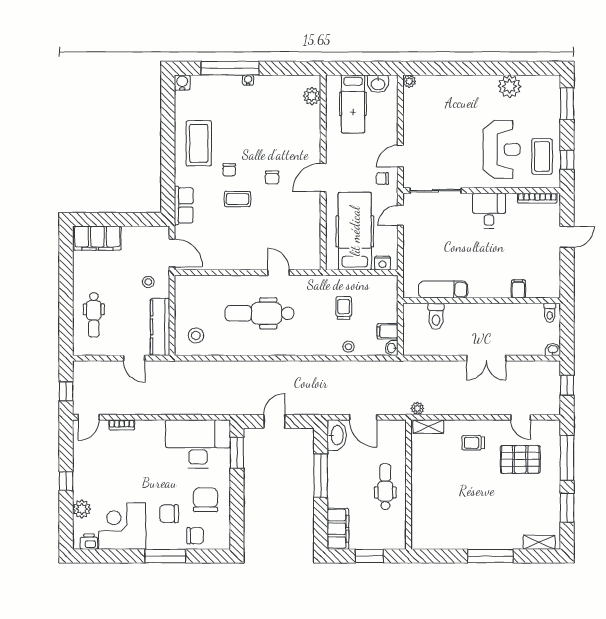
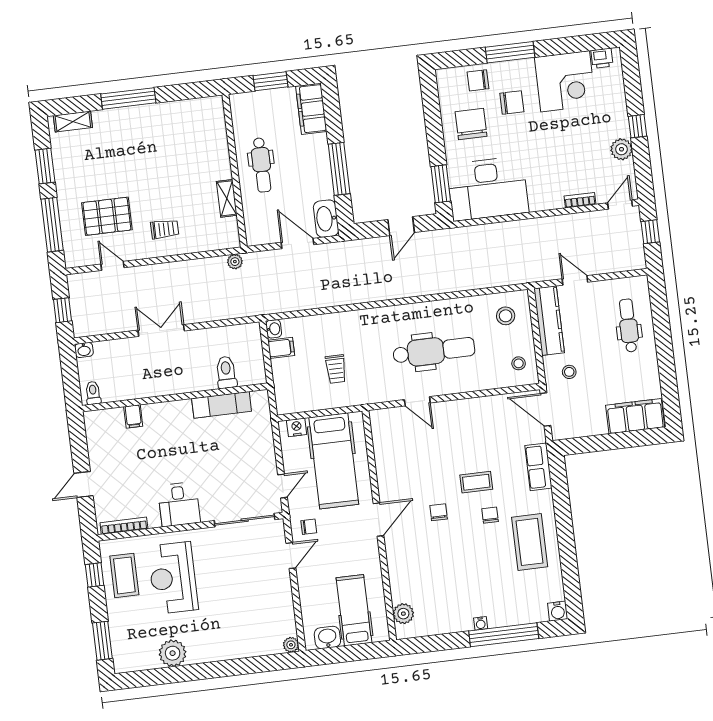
stool: (348, 347) -> (519, 363), moved
shelving: (428, 427) -> (227, 198), moved, turned 90
chair: (205, 500) -> (471, 124), turned 180
plant: (82, 509) -> (621, 149), moved

